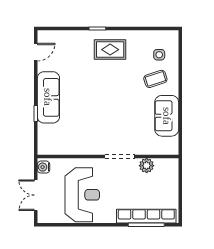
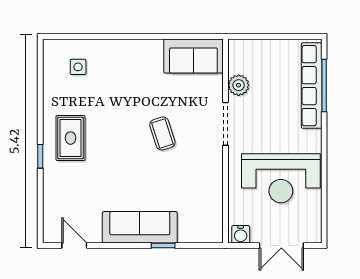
coffee table: (155, 79) -> (162, 133), moved
sofa: (167, 116) -> (193, 56), moved
reception desk: (82, 195) -> (281, 178), turned 180

